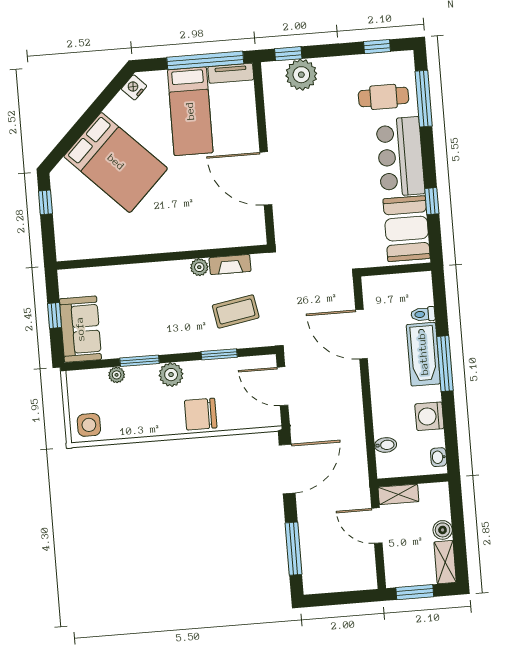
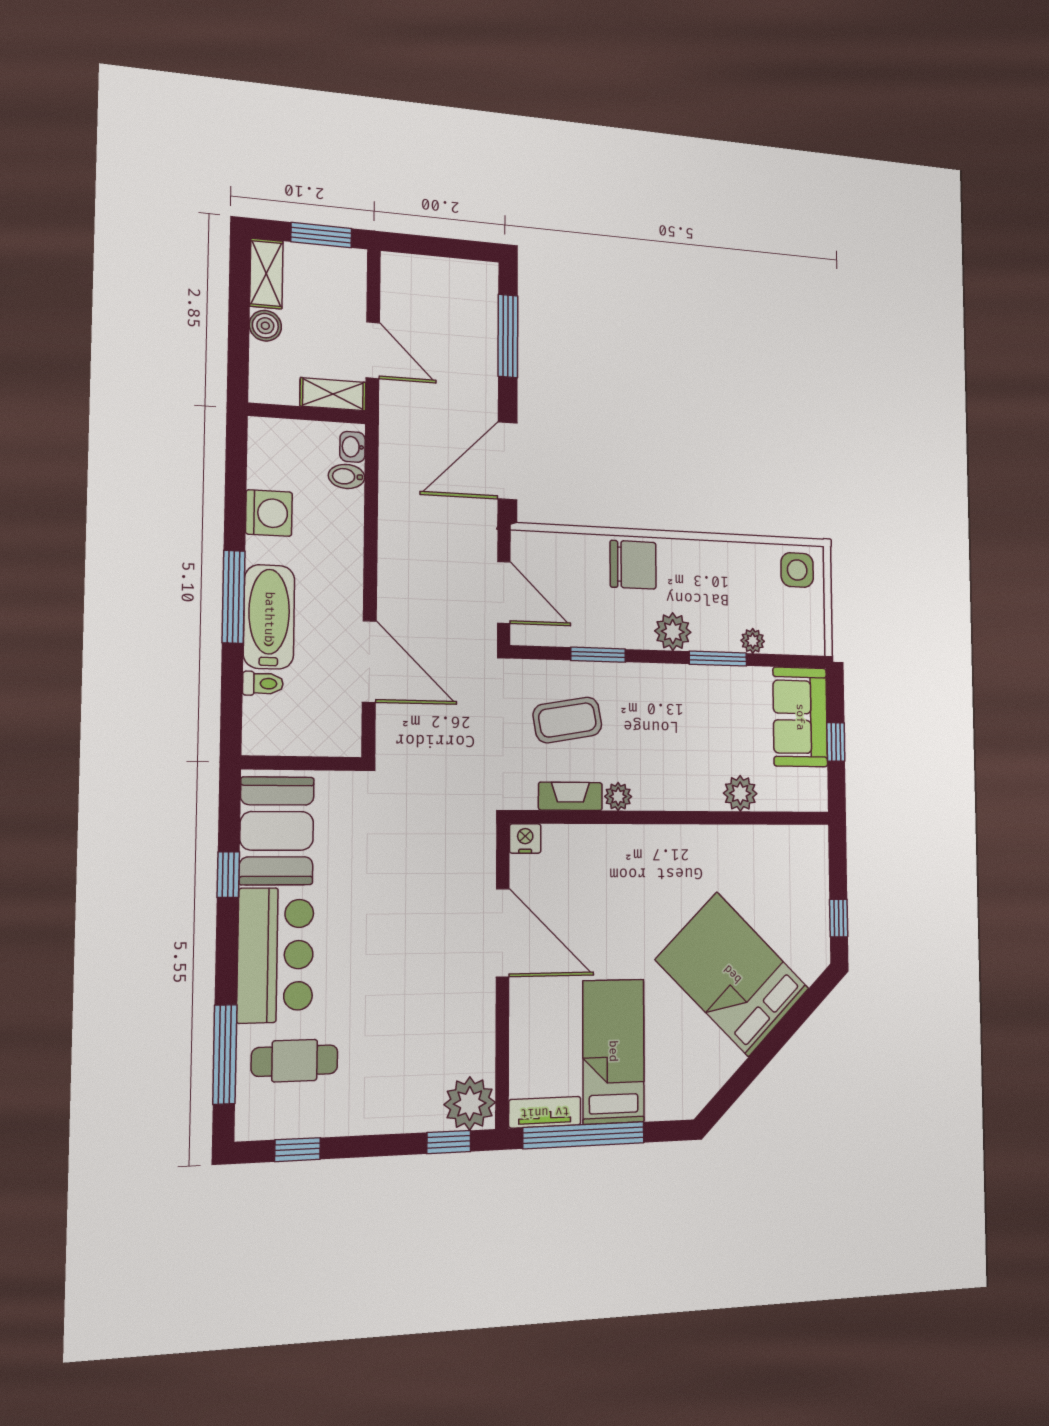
plant: (301, 75) -> (470, 1103), moved
nightstand: (134, 87) -> (525, 838), moved, turned -135
plant: (118, 276) -> (740, 793), added
washbasin: (439, 457) -> (352, 447), moved, turned 180

